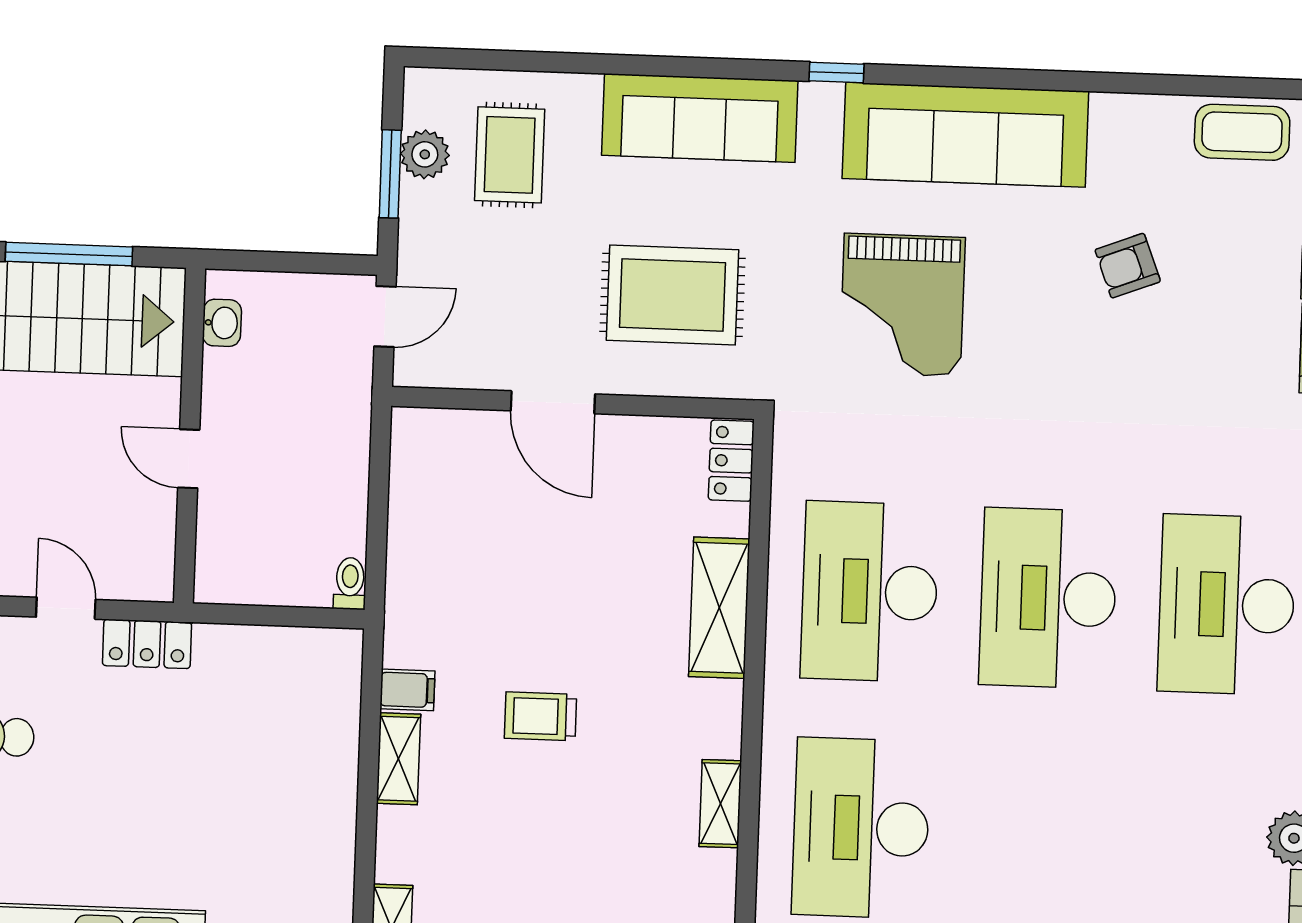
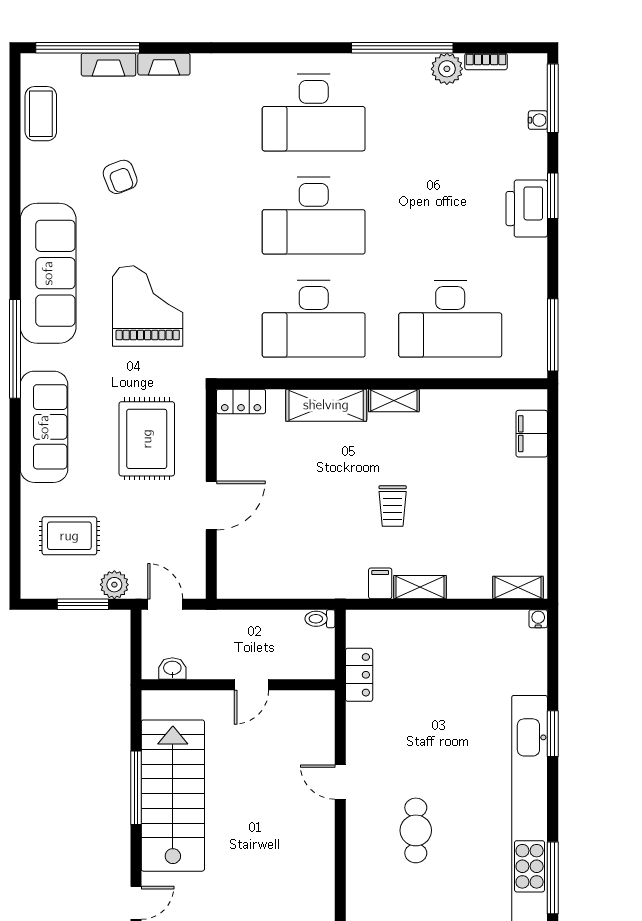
window: (837, 72) -> (15, 349), width x3.17
plant: (425, 154) -> (114, 585), moved
grand piano: (902, 305) -> (148, 306), turned -90
washbasin: (222, 323) -> (172, 669), moved
wall: (189, 436) -> (238, 685), moved
door: (189, 459) -> (251, 685), moved
door: (66, 608) -> (340, 782), hinge flipped
locker: (147, 644) -> (359, 675), moved
shelving: (720, 804) -> (394, 400), moved

